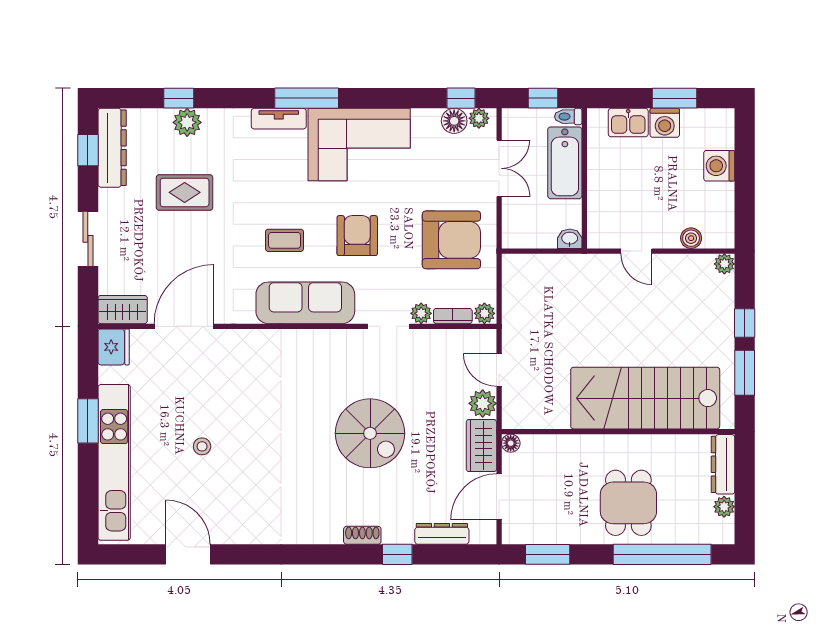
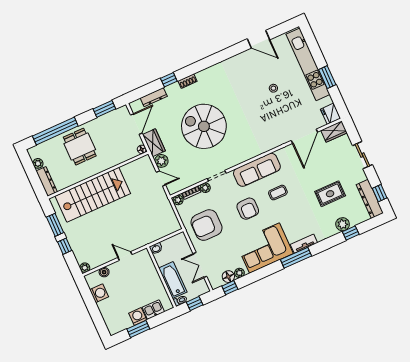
plant: (479, 118) -> (239, 273), moved
washing machine: (719, 166) -> (99, 293), moved
spiral stairs: (370, 433) -> (204, 126), width x1.37, depth x1.37

